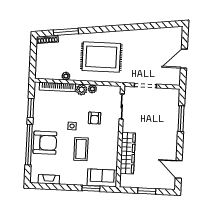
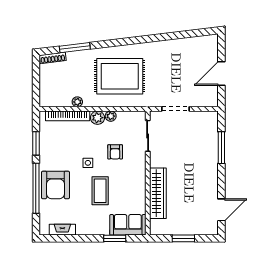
armchair: (45, 143) -> (55, 185), turned 90
door: (179, 169) -> (221, 210), swing flipped

